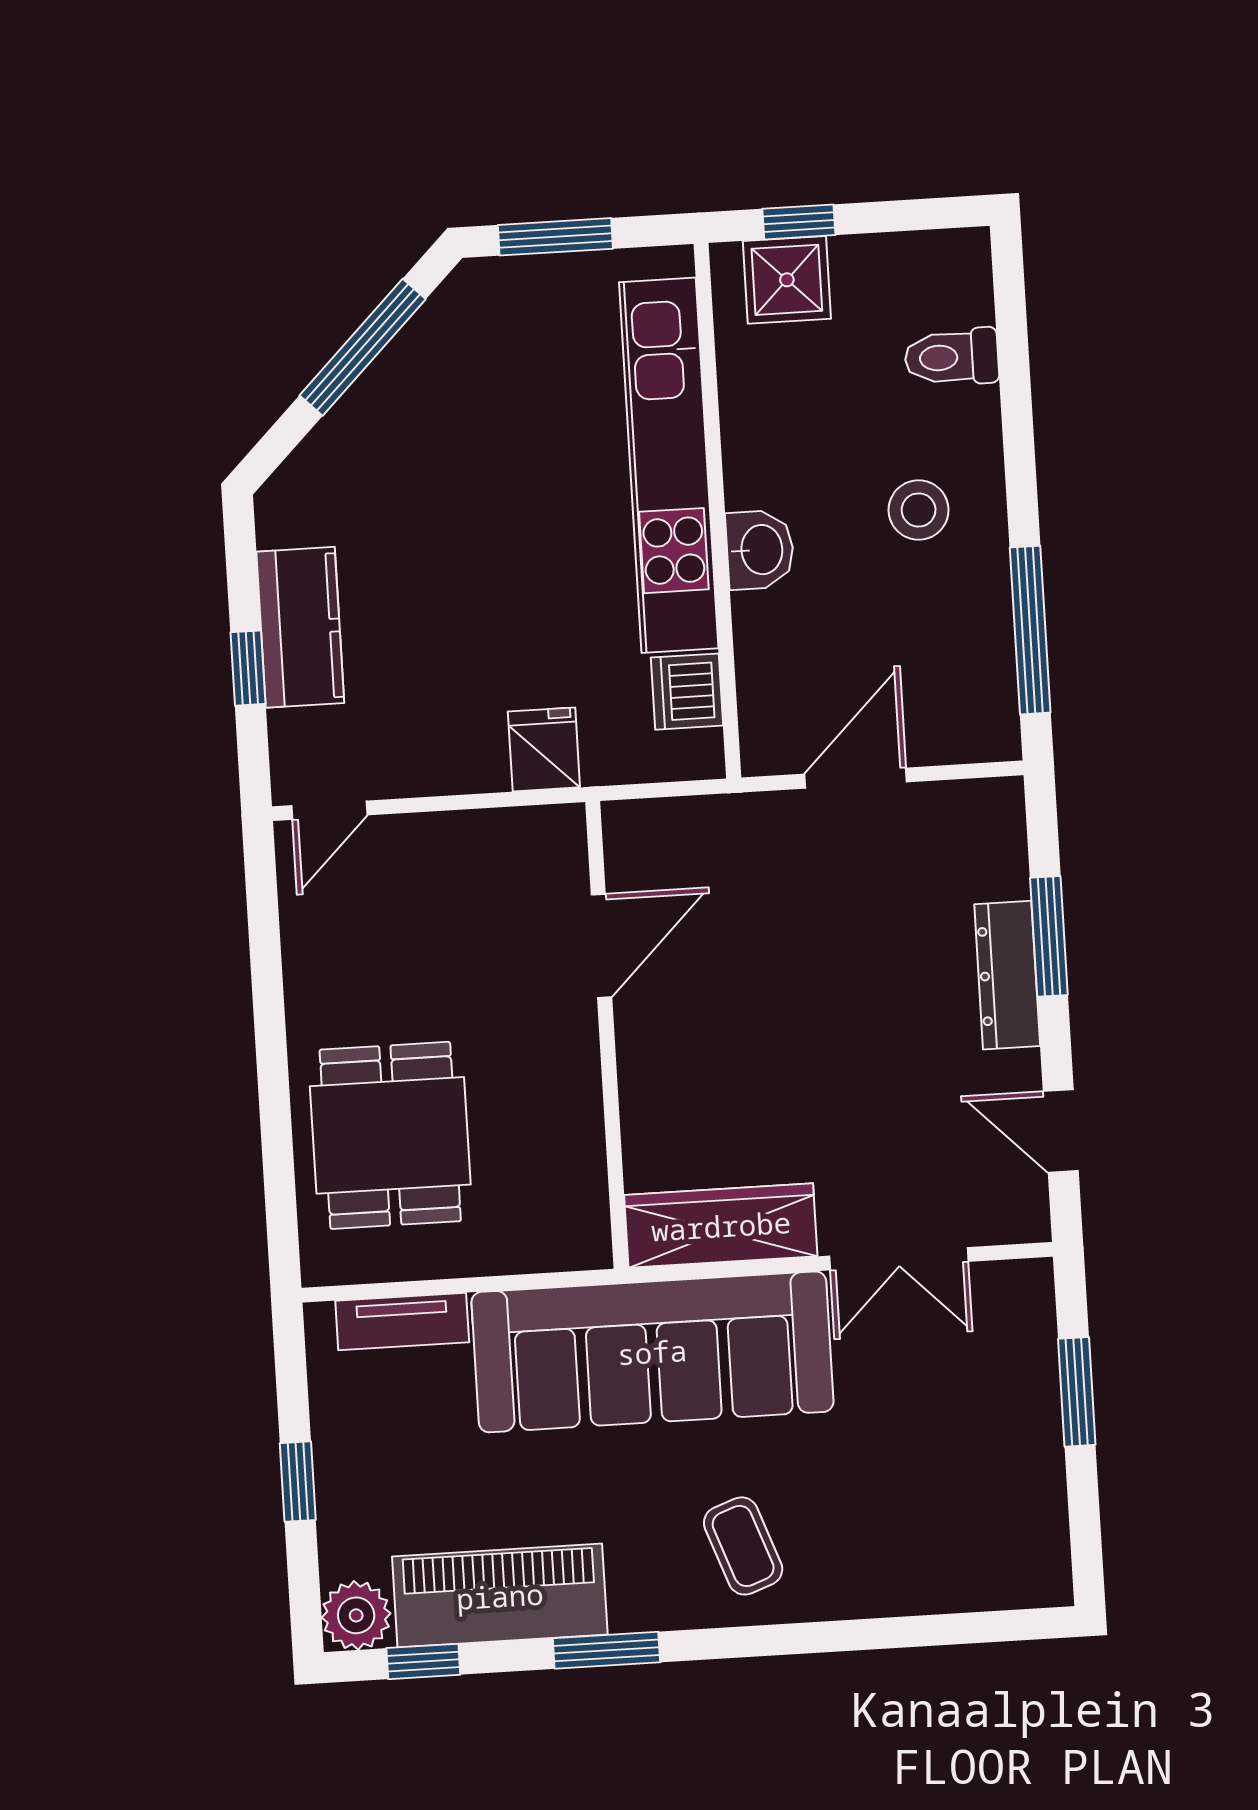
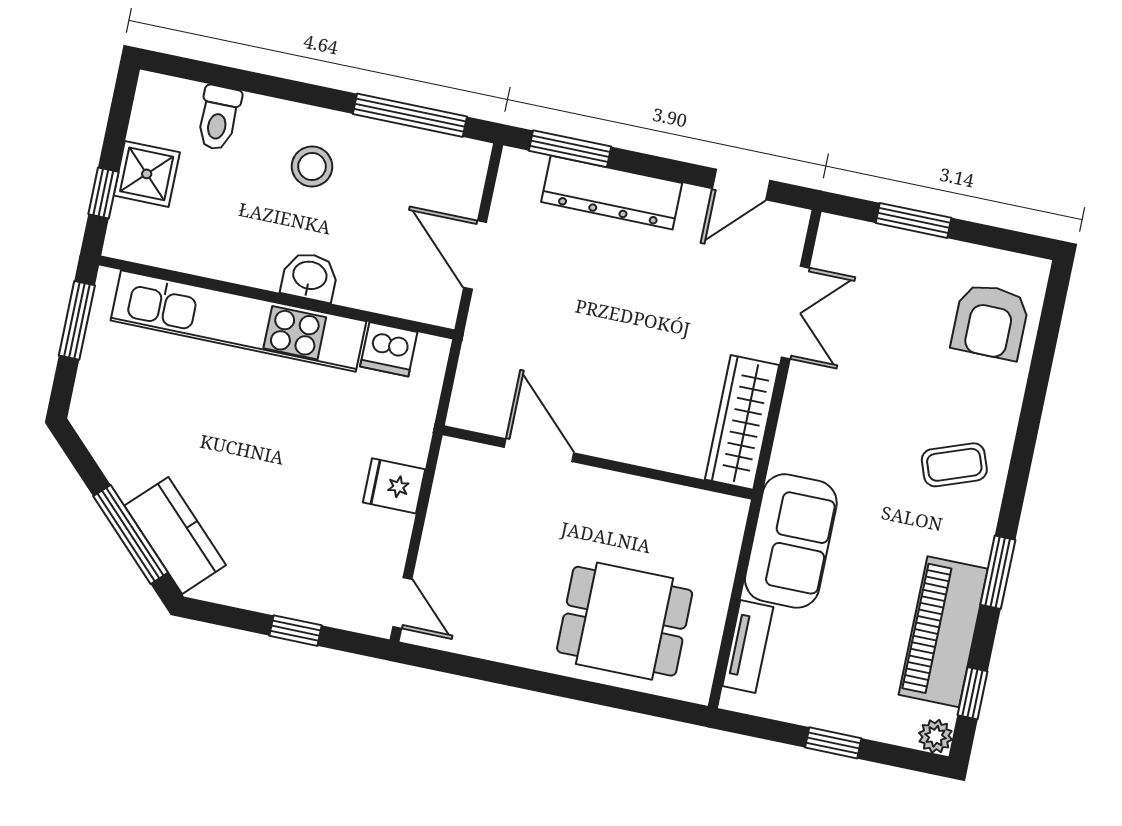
window: (555, 237) -> (77, 320), moved
shower: (787, 280) -> (147, 174), moved
window: (363, 347) -> (131, 534), moved
kitchen counter: (300, 627) -> (175, 535), moved, turned 45
fridge: (544, 749) -> (394, 486), moved
window: (1049, 936) -> (570, 149), moved
dresser: (1007, 975) -> (612, 193), width x1.37, depth x1.24
sofa: (652, 1352) -> (791, 541), width x0.54, depth x0.79
armchair: (962, 1541) -> (990, 322), added
plant: (356, 1615) -> (936, 736), width x0.73, depth x0.73

